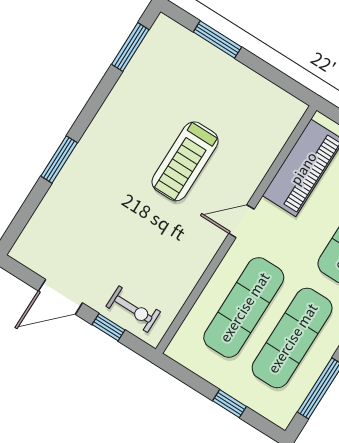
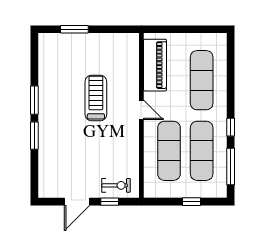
window: (130, 47) -> (34, 100), moved
treadmill: (185, 161) -> (96, 98), turned 180
door: (241, 221) -> (141, 110), swing flipped

